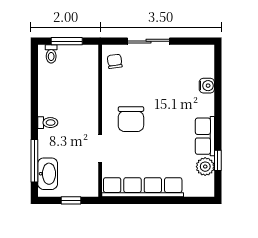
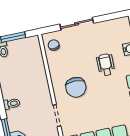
wheelchair: (173, 99) -> (106, 65), added

